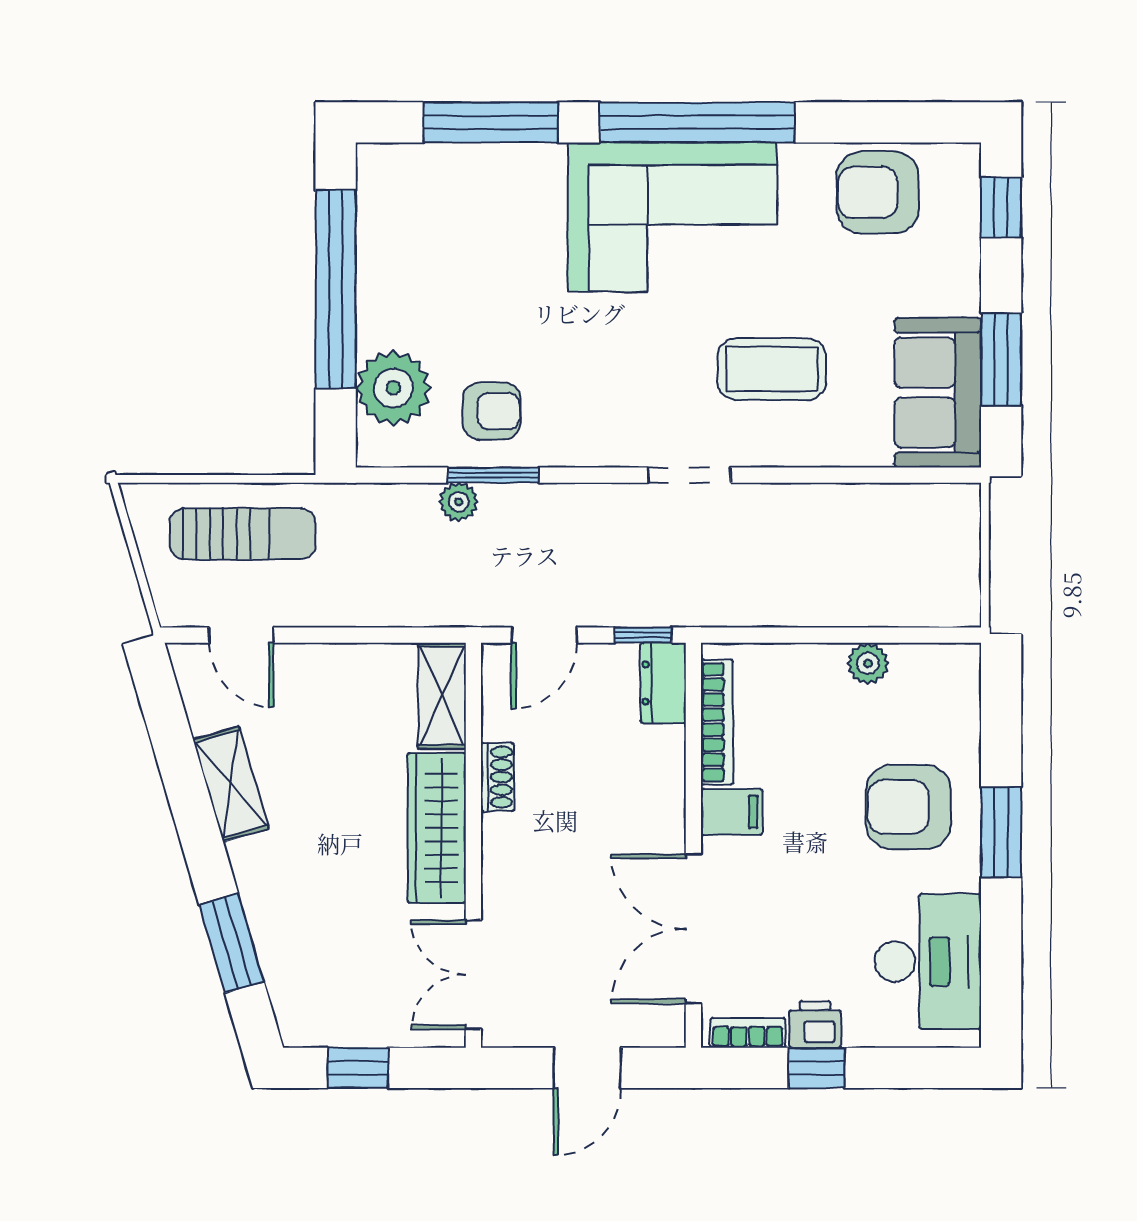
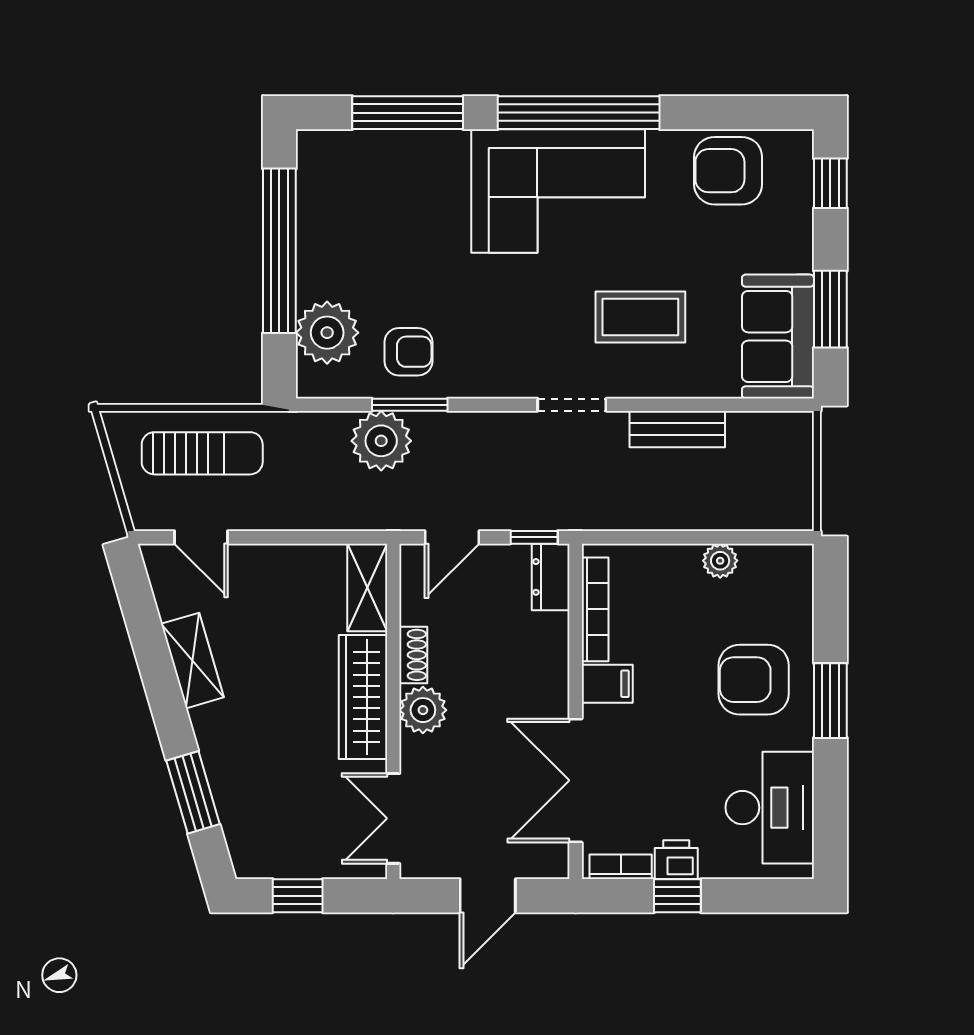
plant: (459, 502) -> (381, 441), width x1.87, depth x1.87
bench: (816, 505) -> (677, 429), added
plant: (509, 844) -> (423, 710), added

